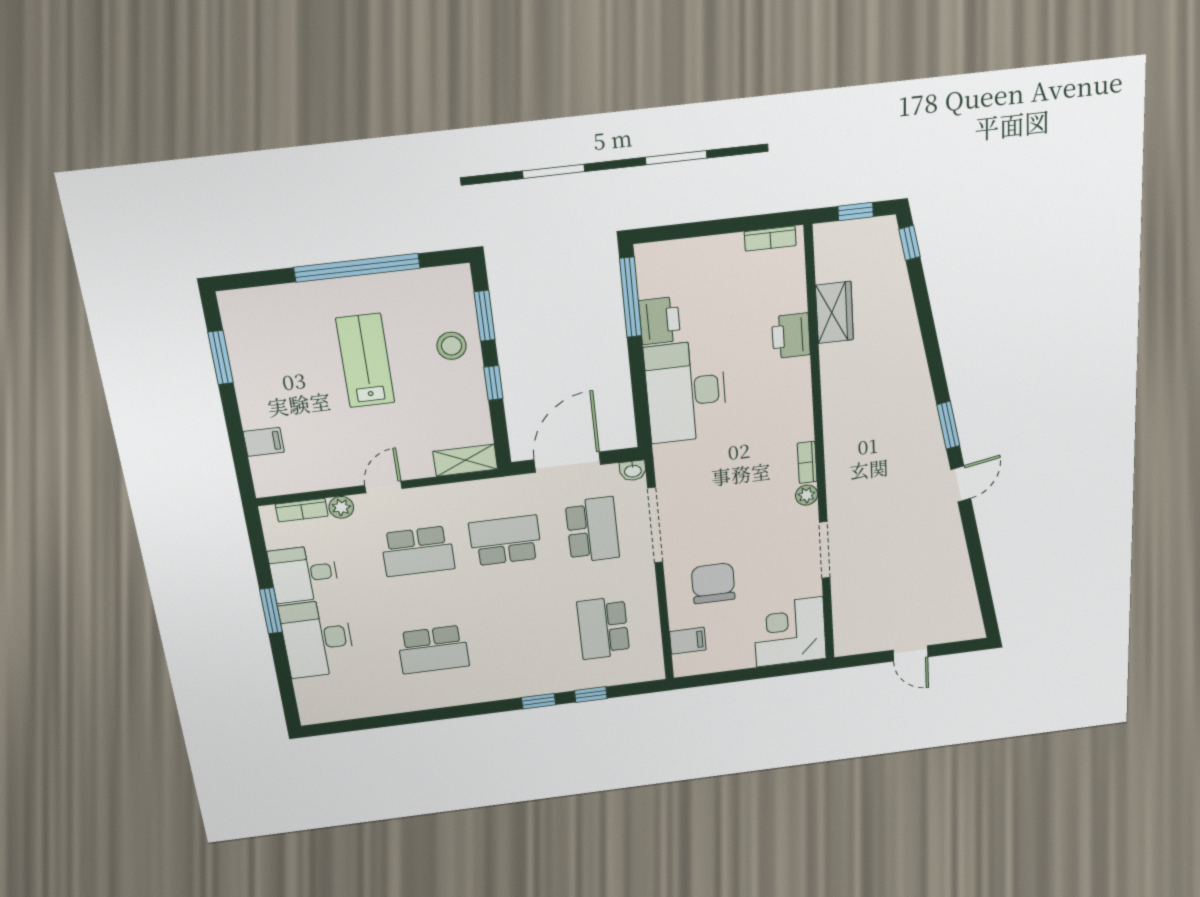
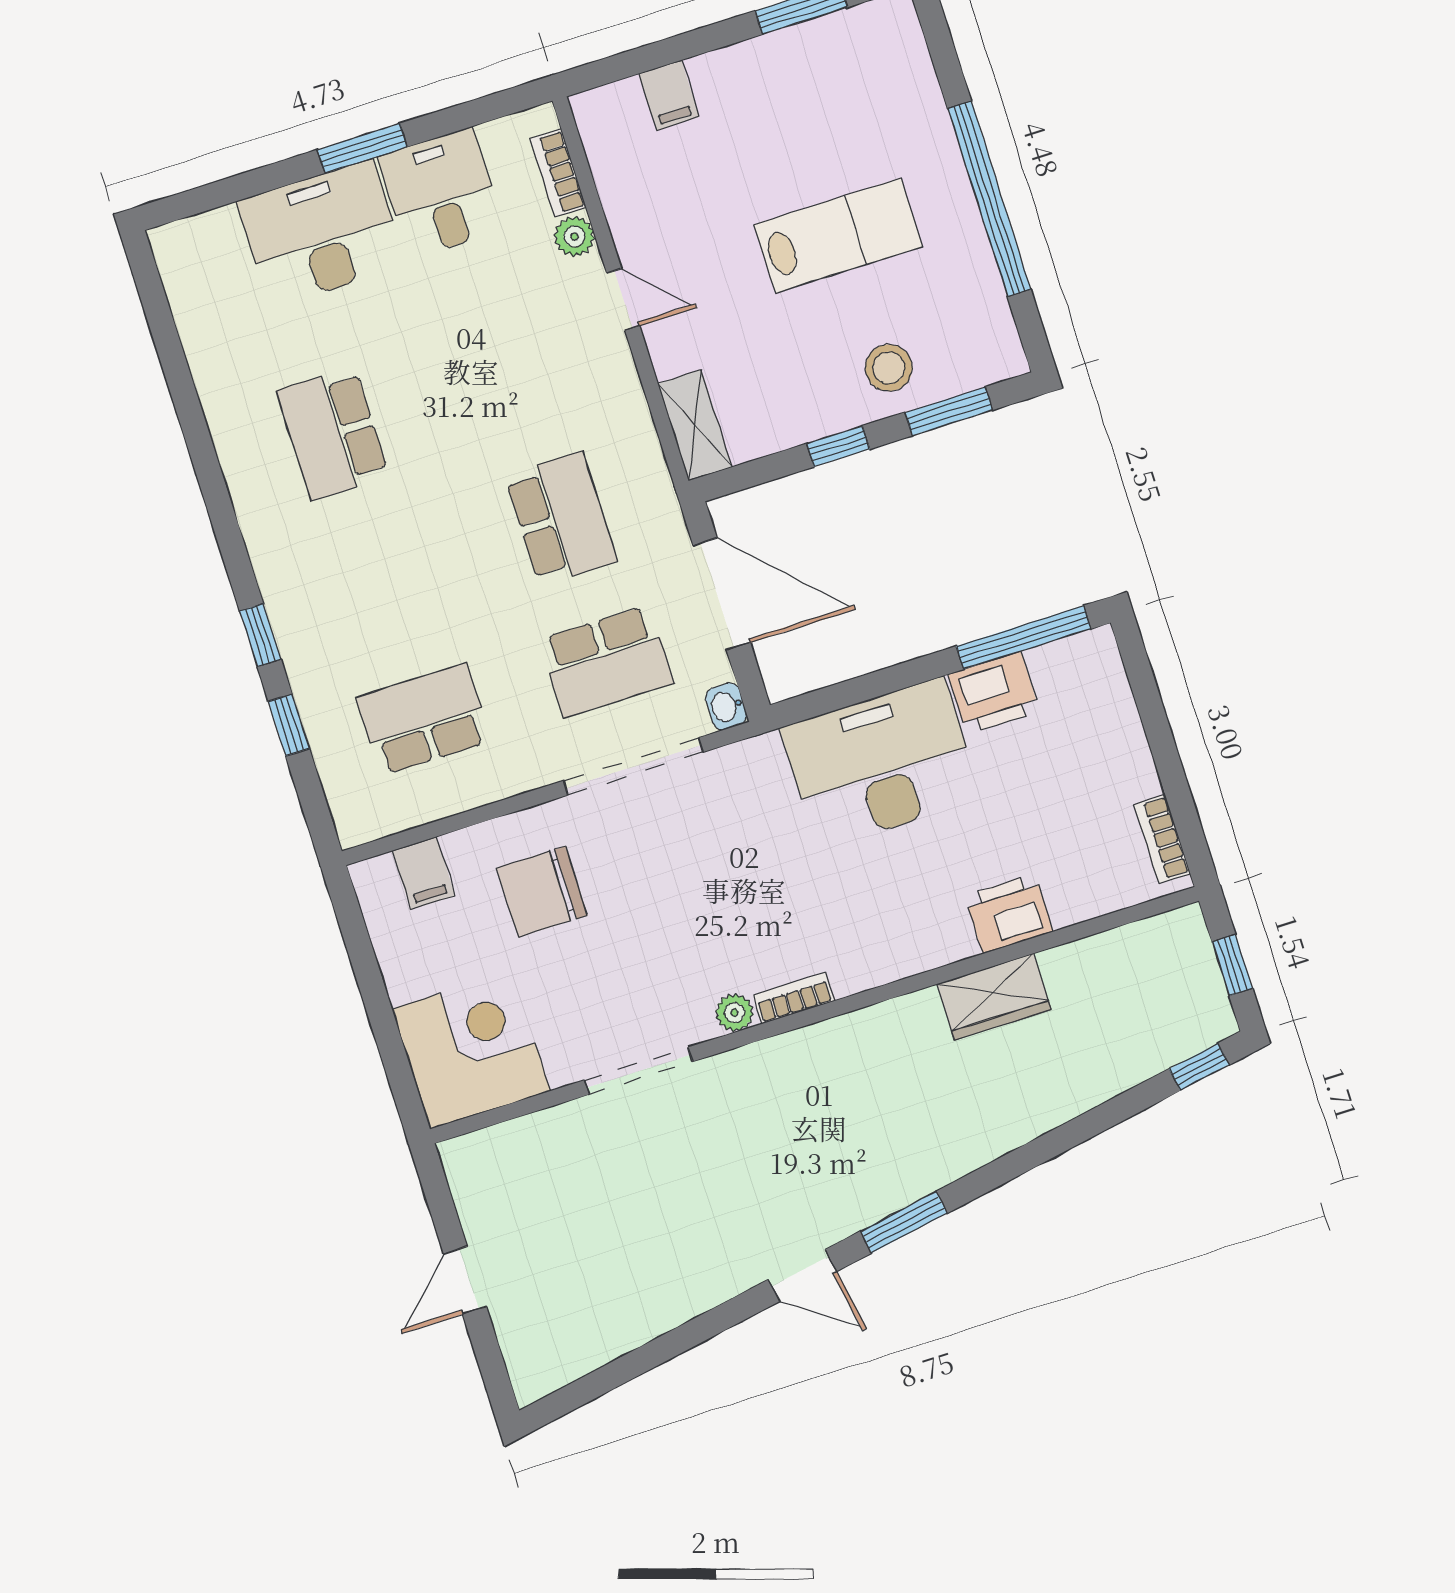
wardrobe: (834, 312) -> (994, 997), moved
school desk: (418, 551) -> (516, 376), removed
chair: (713, 583) -> (542, 892), turned 180

